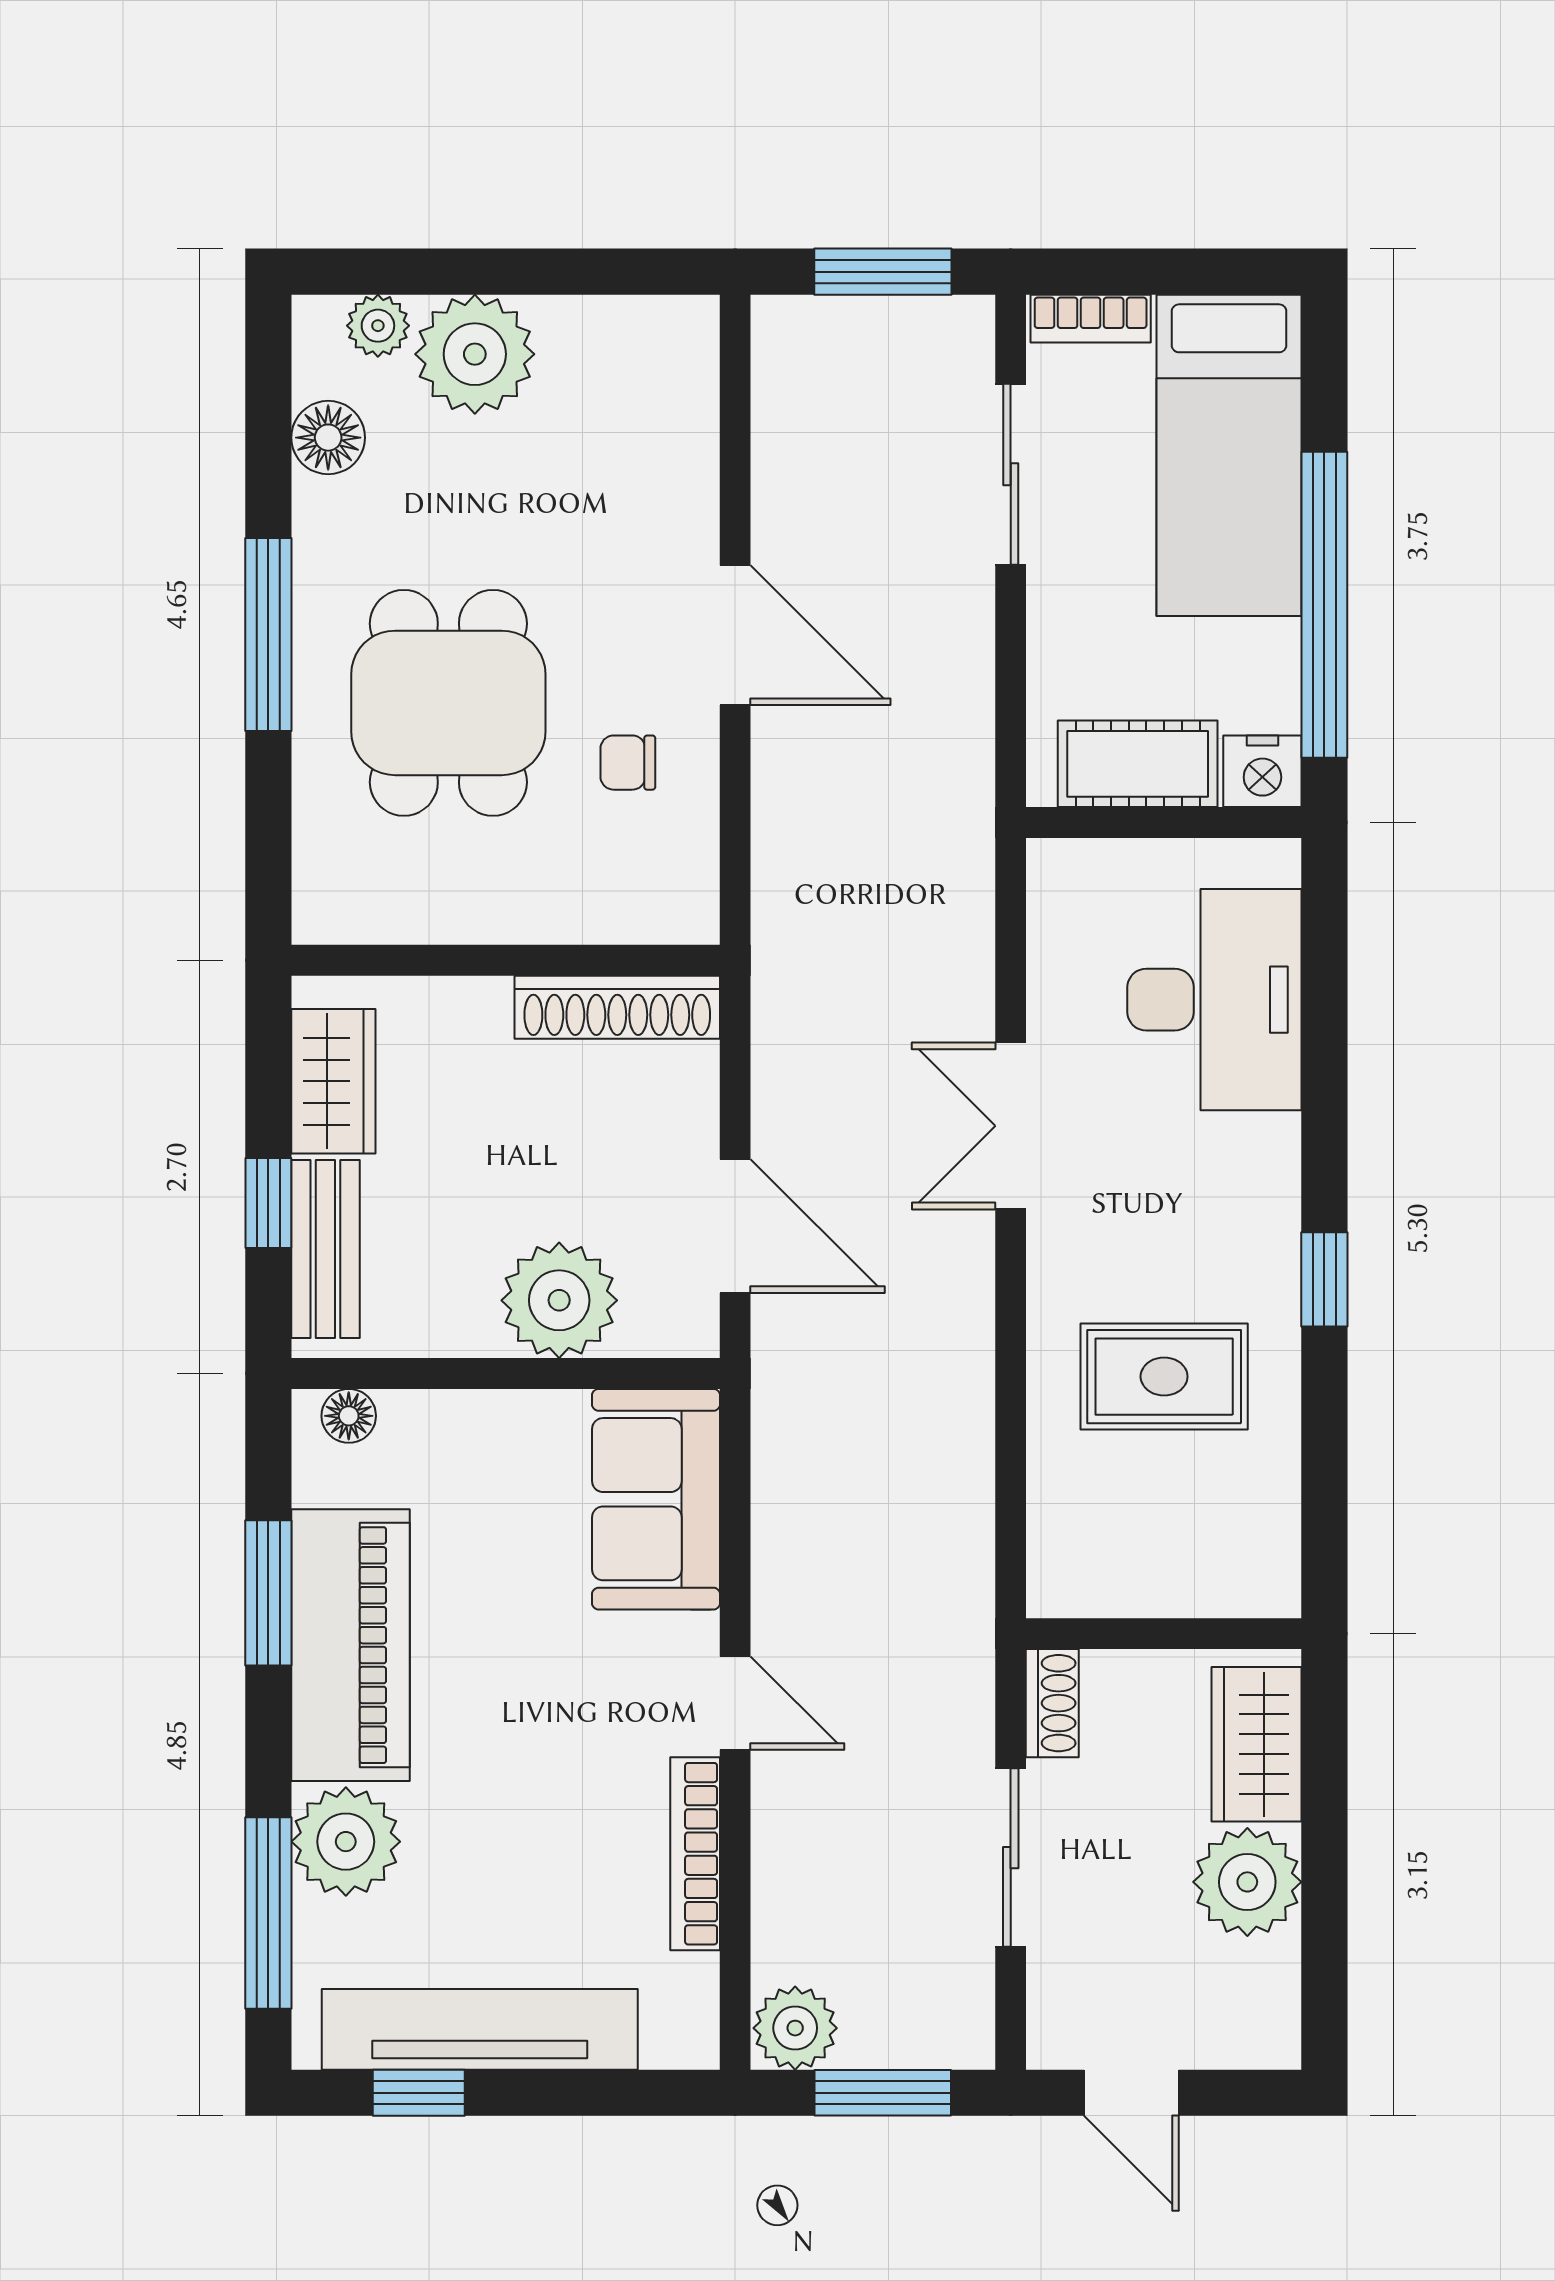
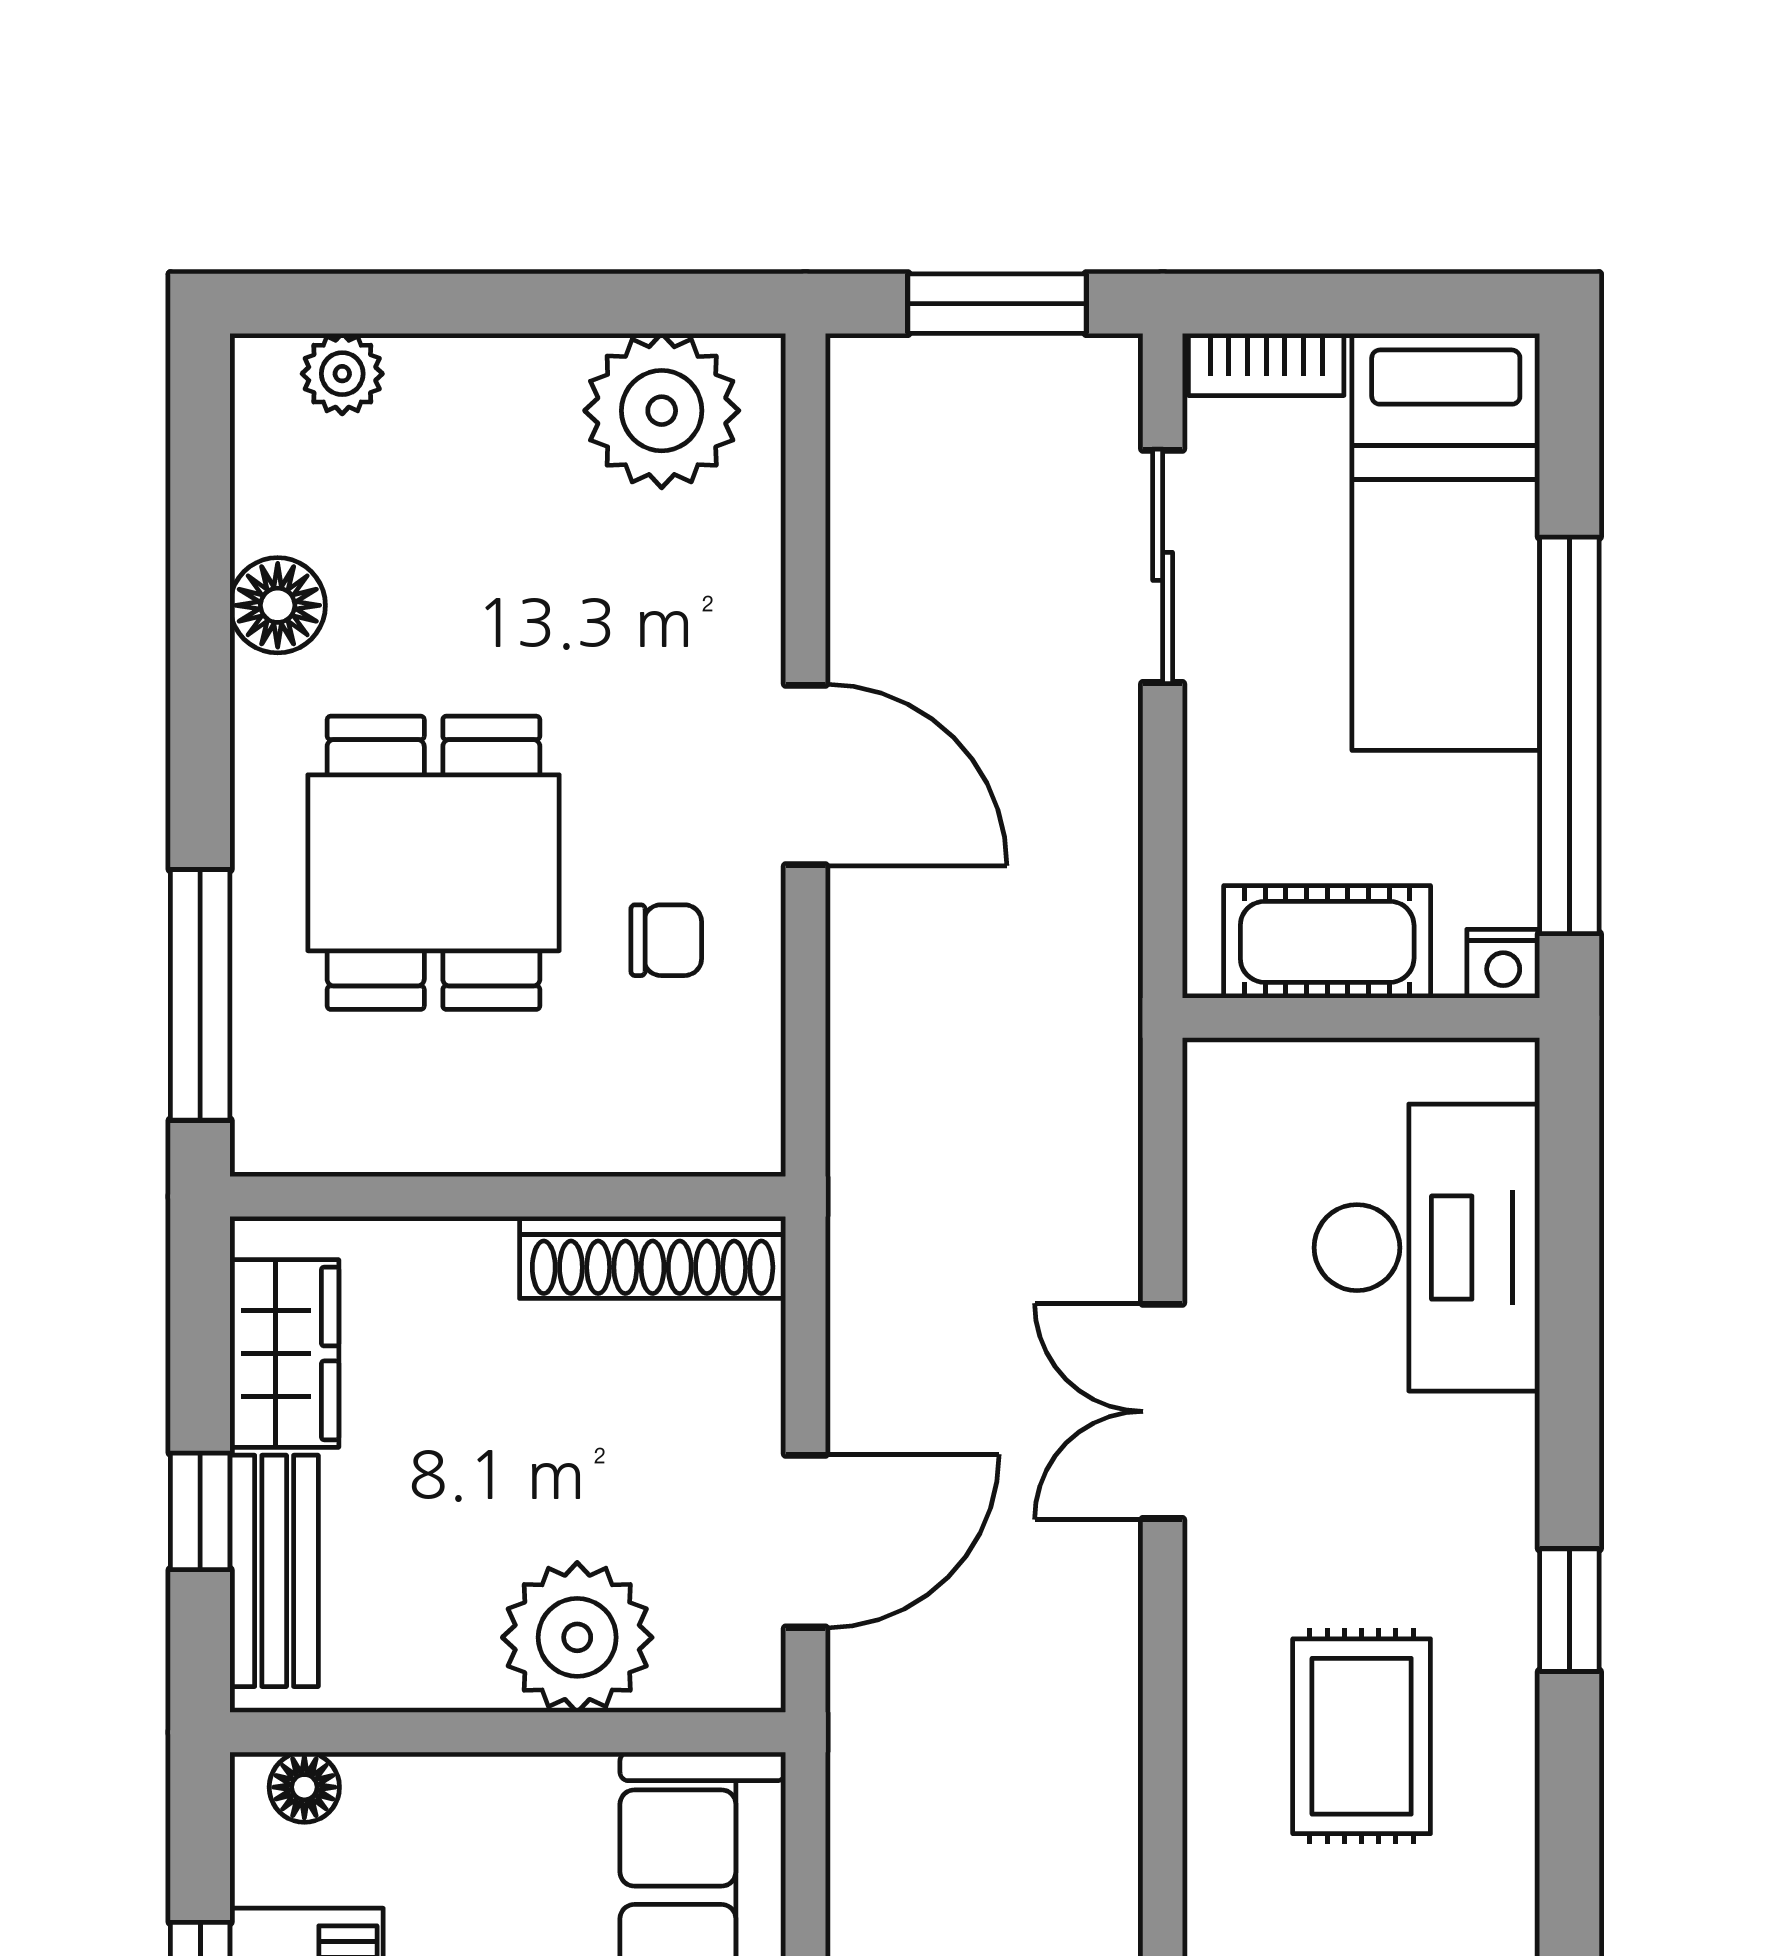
plant: (475, 354) -> (662, 411), moved
floor lamp: (328, 438) -> (278, 605), moved
window: (268, 635) -> (200, 995), moved
chair: (628, 763) -> (666, 940), turned 180
nightstand: (1262, 771) -> (1503, 964), width x0.72, depth x0.74
door: (735, 1226) -> (805, 1541), hinge flipped
rug: (1164, 1377) -> (1362, 1736), turned 90

